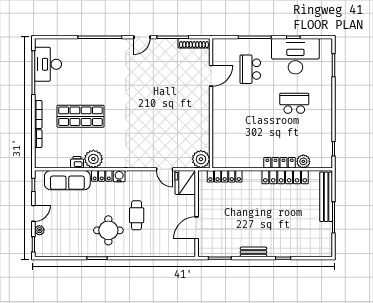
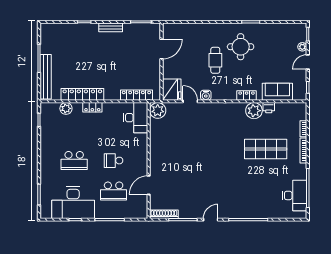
school desk: (250, 69) -> (114, 191), turned 90
school desk: (250, 103) -> (114, 161), added
desk: (225, 151) -> (136, 118), added
locker: (280, 163) -> (92, 107), width x0.66
water cooler: (119, 176) -> (206, 95), moved
sofa: (67, 180) -> (277, 92), width x0.73

